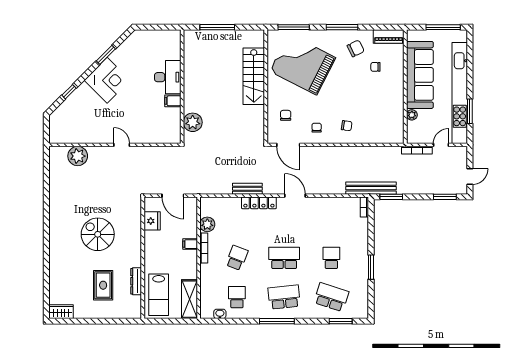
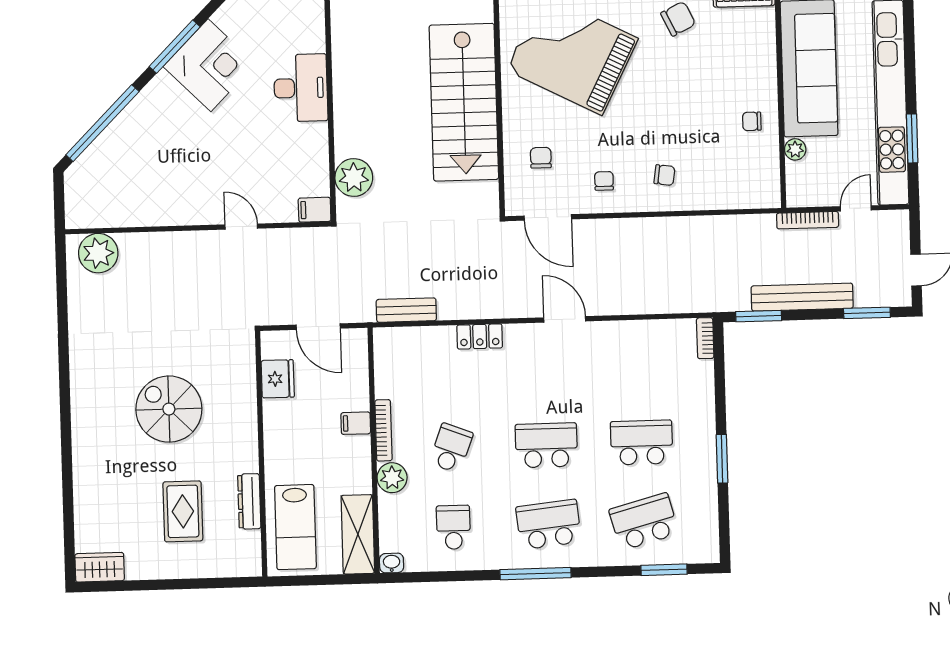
window: (106, 55) -> (175, 47), width x1.44
chair: (375, 67) -> (752, 121), moved
stairs: (254, 76) -> (464, 102), width x1.36, depth x1.51
corner desk: (107, 80) -> (209, 65), moved
window: (69, 92) -> (102, 123), width x3.17
filing cabinet: (173, 101) -> (315, 210), moved
door: (122, 145) -> (241, 227), moved
plant: (78, 156) -> (98, 253), moved
bench: (371, 188) -> (802, 297), moved
bench: (247, 189) -> (406, 310), moved
locker: (259, 203) -> (480, 336), width x0.66
plant: (207, 224) -> (392, 478), moved
school desk: (331, 258) -> (642, 442), width x1.85
school desk: (331, 297) -> (644, 522), turned -33
washbasin: (220, 314) -> (392, 563), moved

